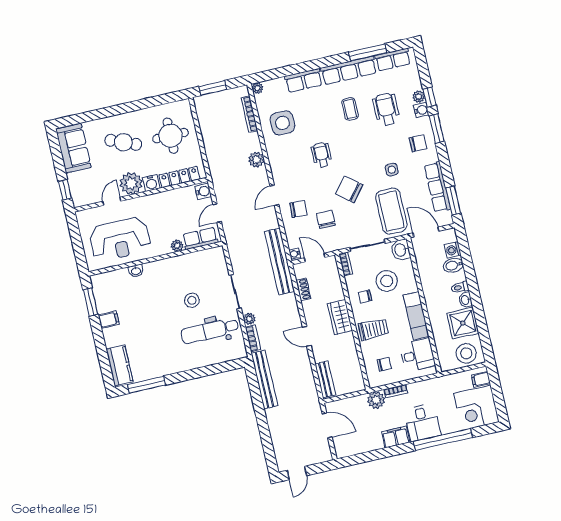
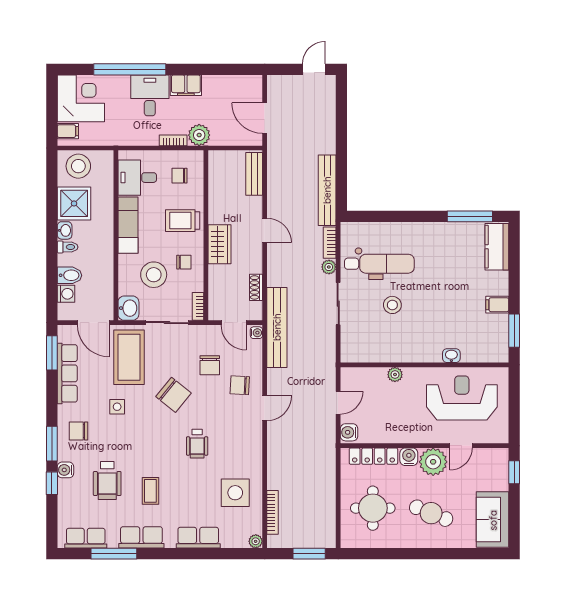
row of seats: (349, 70) -> (141, 537), width x0.68
plant: (419, 97) -> (65, 487), removed
plant: (256, 160) -> (277, 456), removed
row of seats: (200, 238) -> (365, 377), removed

